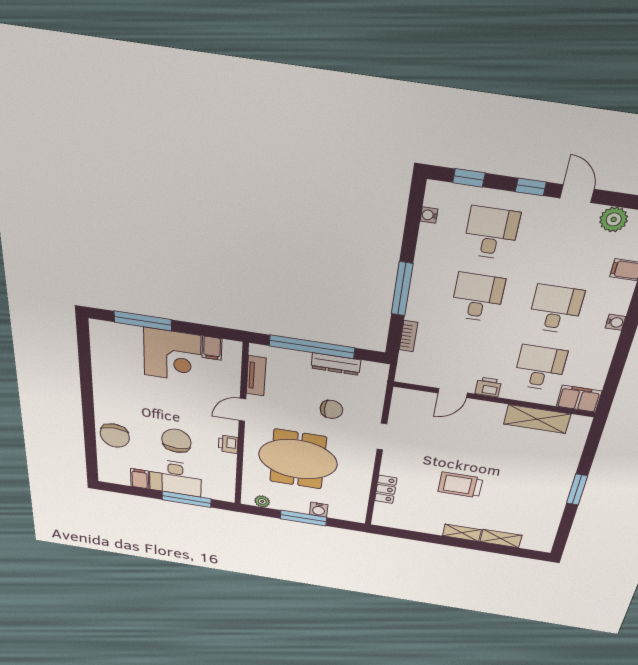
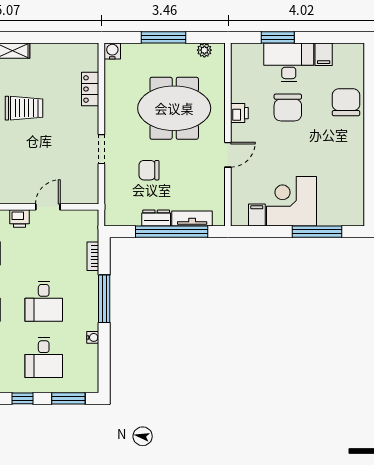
window: (469, 178) -> (68, 398), width x1.50
water cooler: (429, 215) -> (93, 337), moved
dresser: (336, 364) -> (156, 218), width x0.70
tv unit: (256, 376) -> (192, 218), moved, turned 90
window: (187, 499) -> (278, 37), width x0.69
water cooler: (319, 510) -> (112, 51), moved

